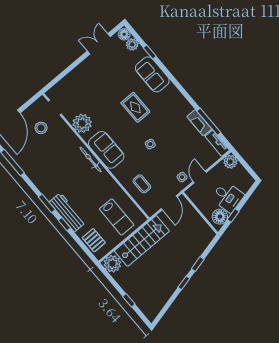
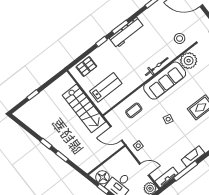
fireplace: (199, 123) -> (193, 156), moved
stool: (41, 128) -> (180, 38), moved
sofa: (106, 150) -> (165, 81), width x1.36
door: (200, 177) -> (144, 169), moved
workbench: (67, 212) -> (127, 33), moved
lab bench: (117, 217) -> (106, 87), turned 180
plant: (112, 264) -> (65, 82), removed

